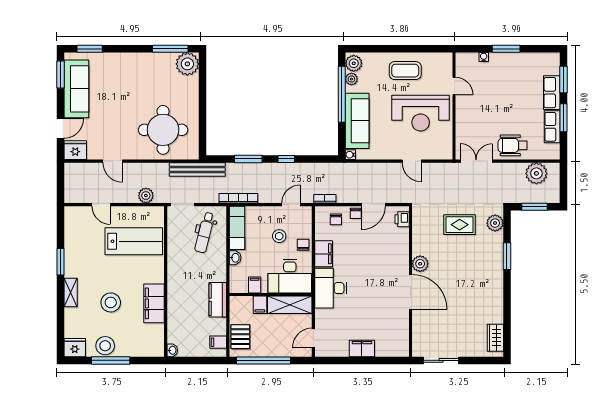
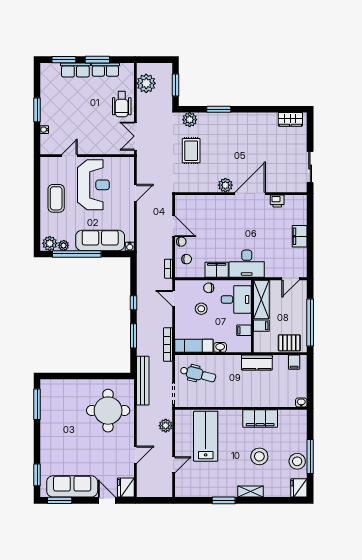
plant: (187, 64) -> (50, 389), removed
printer: (402, 219) -> (277, 201), moved
desk: (290, 276) -> (236, 299), width x0.73
door: (313, 338) -> (290, 279), hinge flipped

